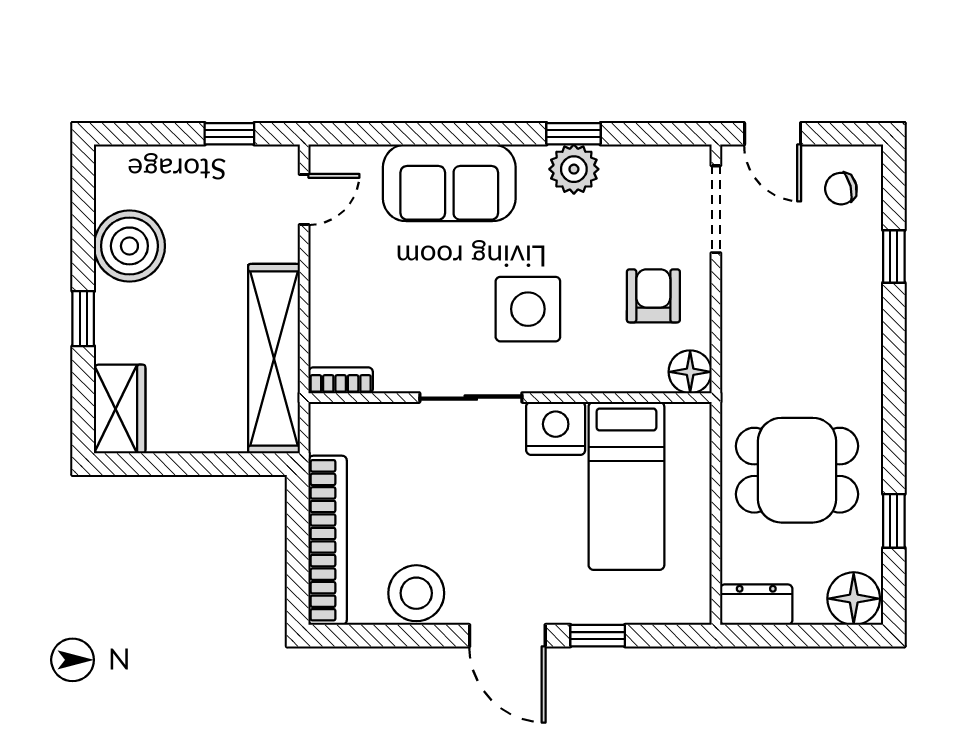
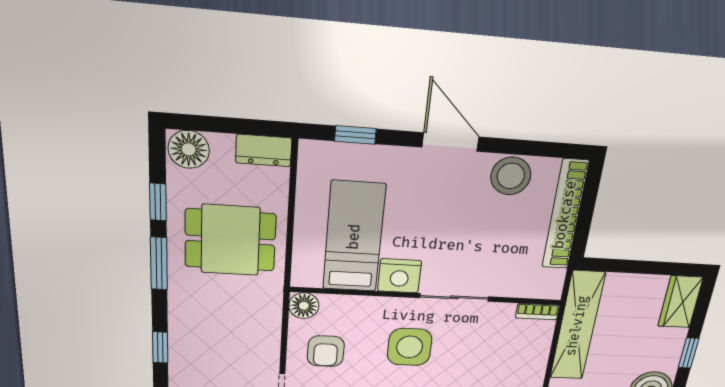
window: (894, 256) -> (160, 347), moved
window: (894, 428) -> (159, 263), added
window: (598, 636) -> (355, 135), moved

